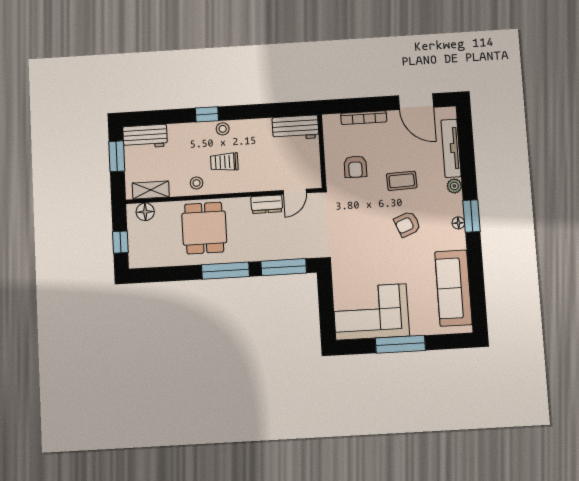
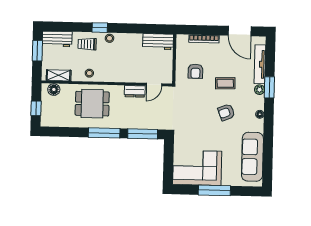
trolley: (224, 162) -> (87, 44), moved
window: (471, 216) -> (269, 87), moved
dining table: (204, 228) -> (92, 104), turned 90

